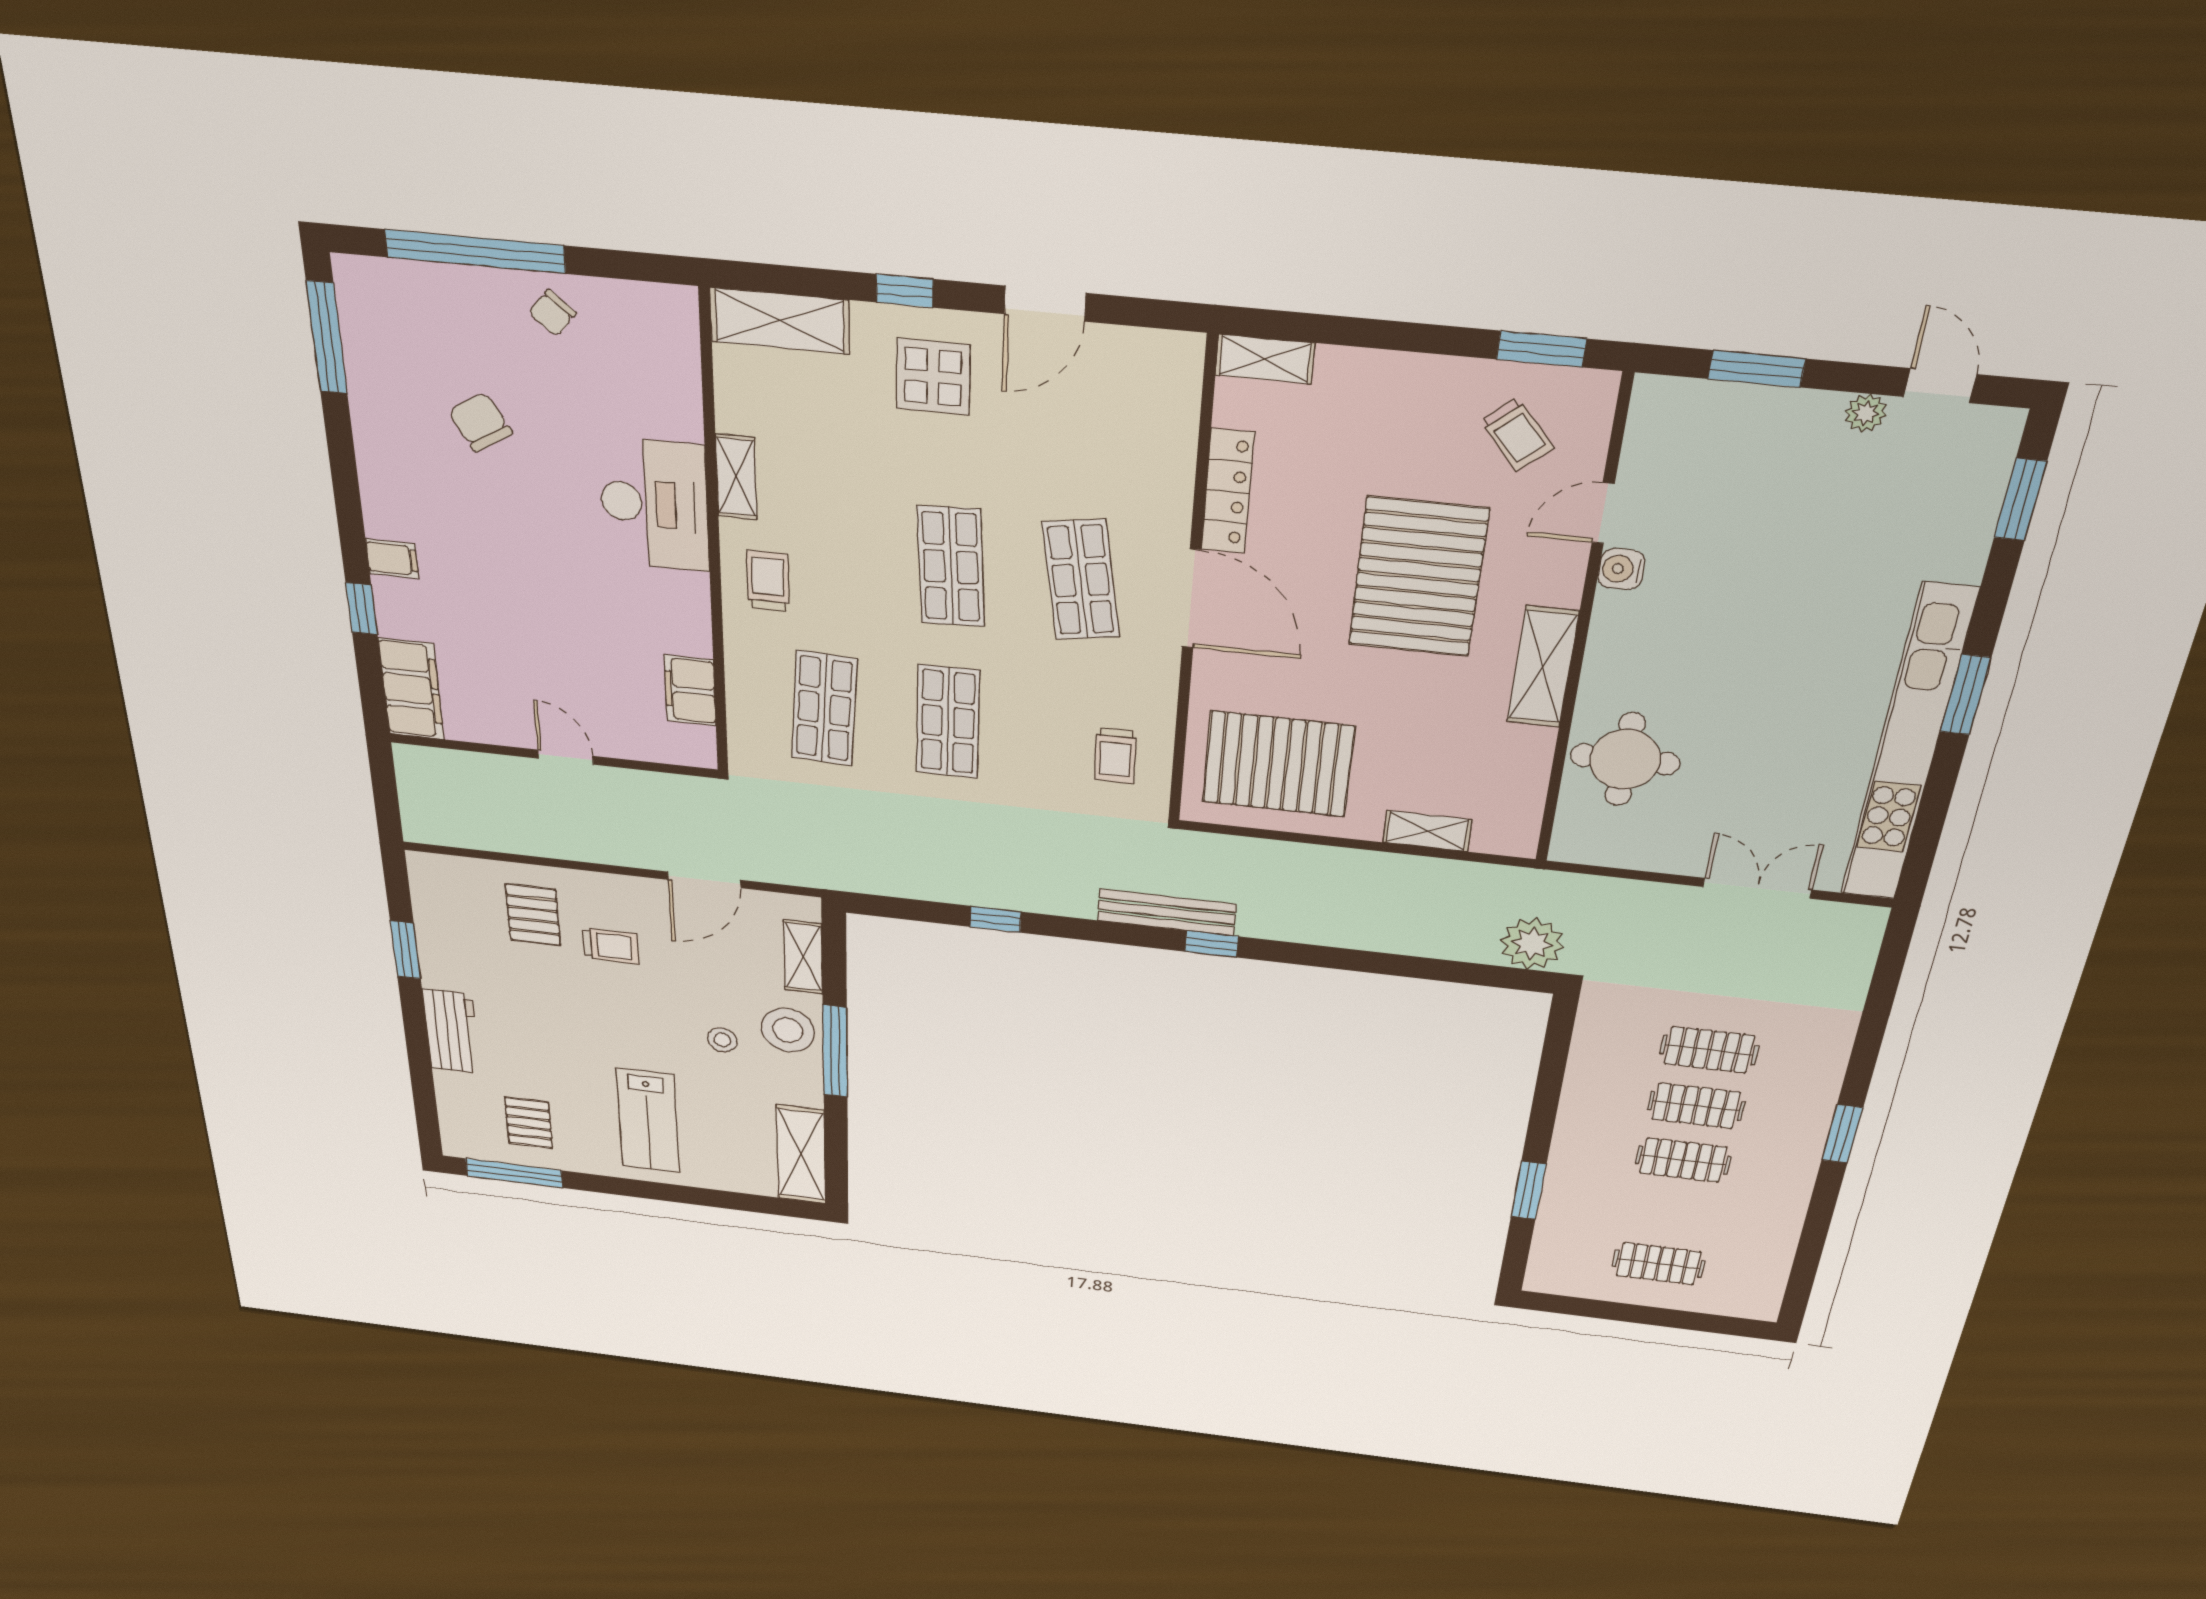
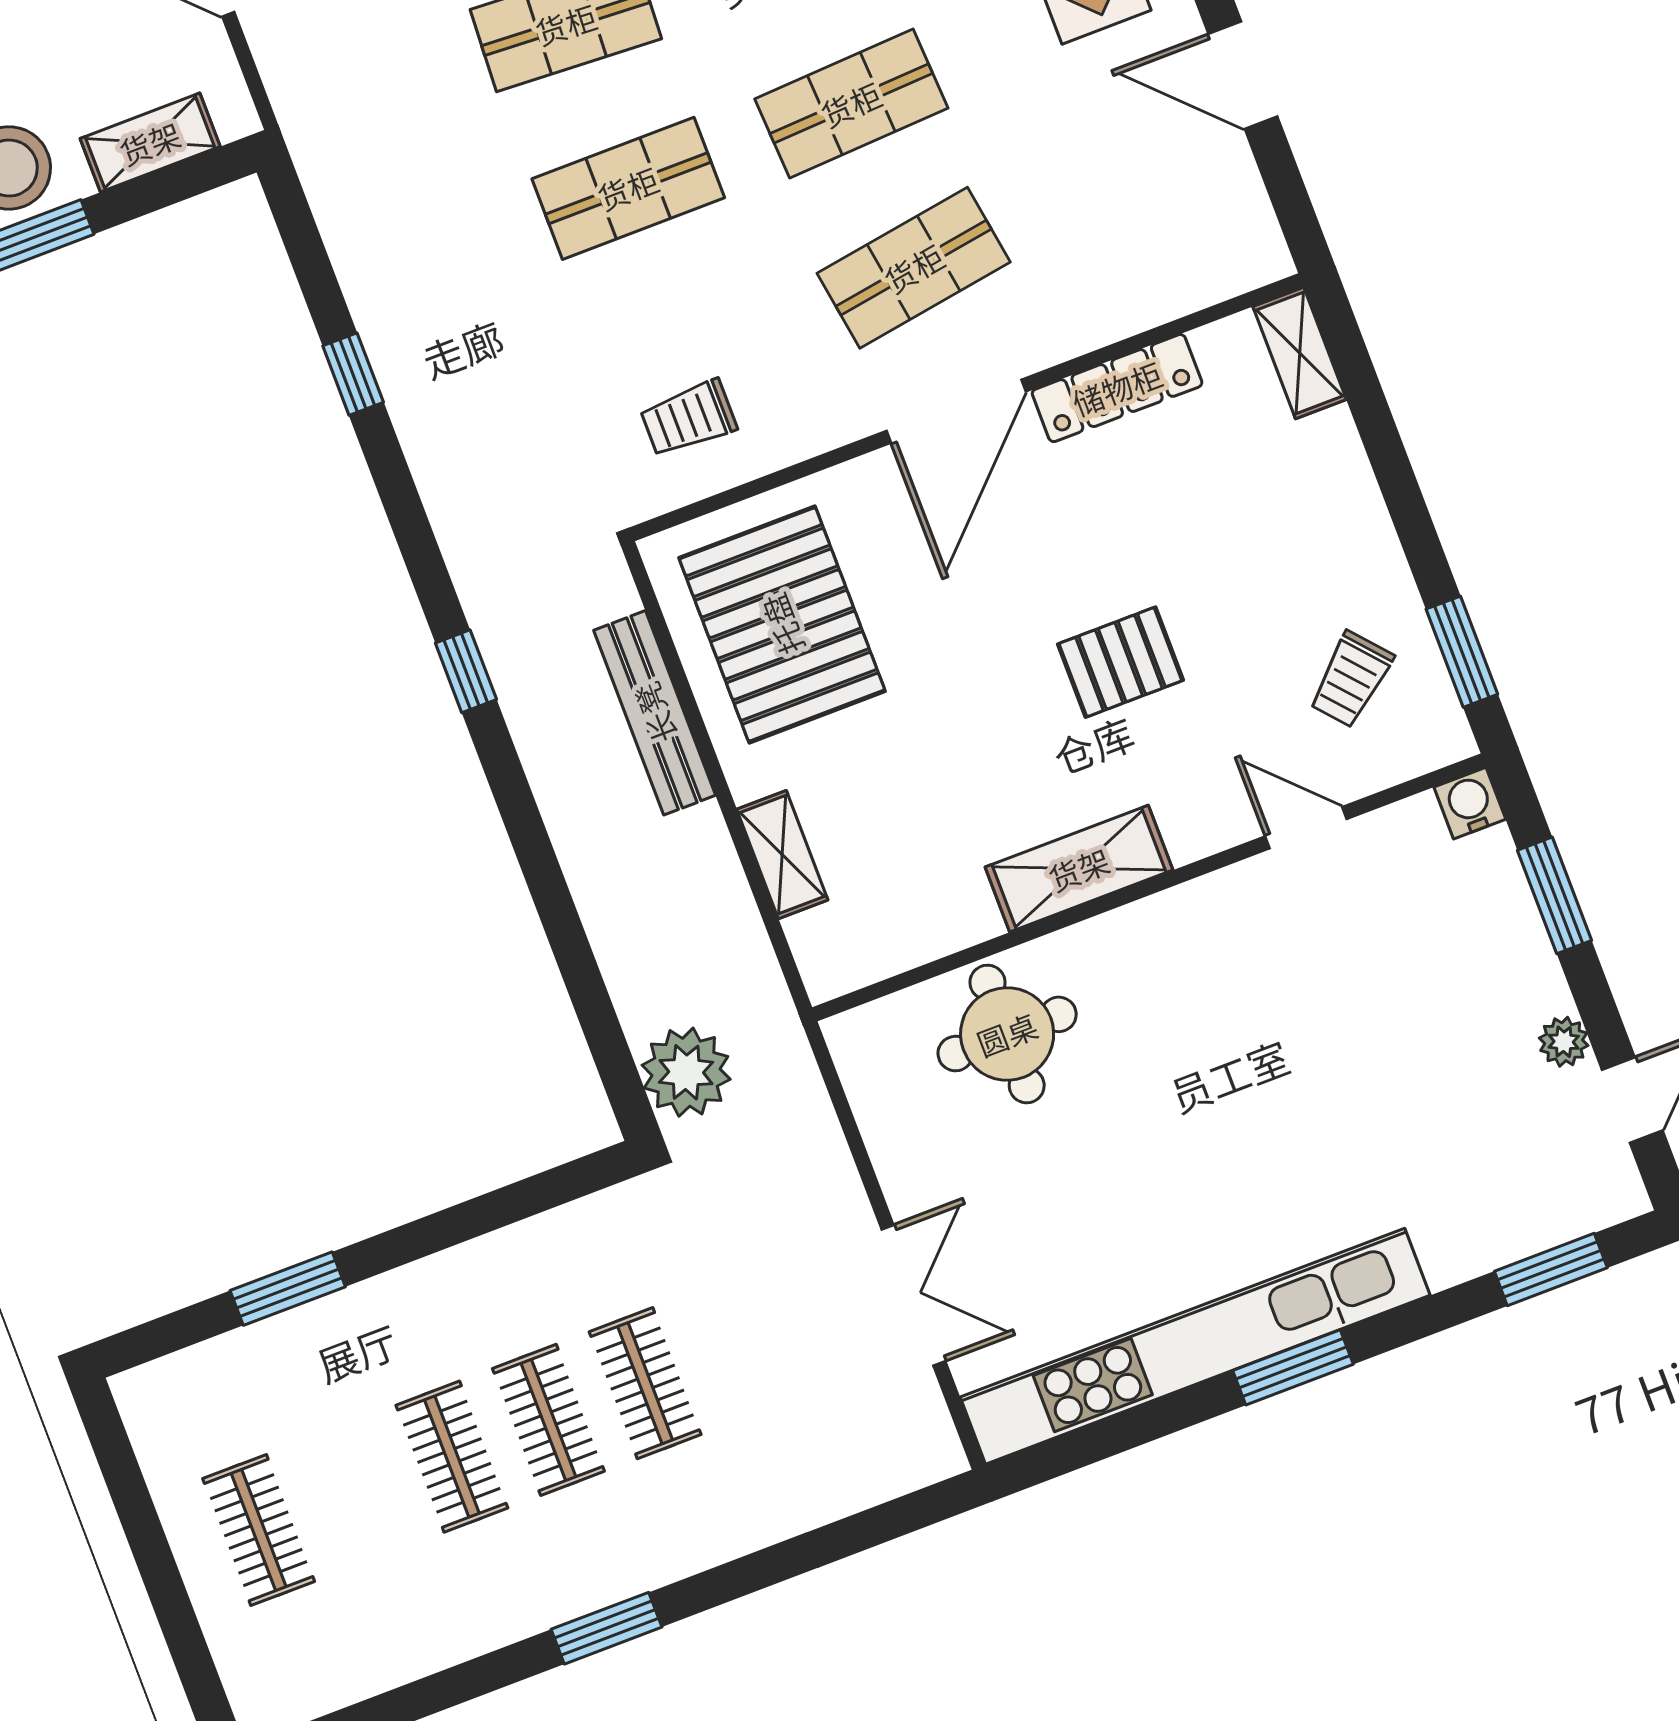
water cooler: (1621, 569) -> (1470, 803), moved
pallet: (1418, 577) -> (1120, 662), width x0.49, depth x0.50
bench: (1167, 912) -> (655, 713), moved

